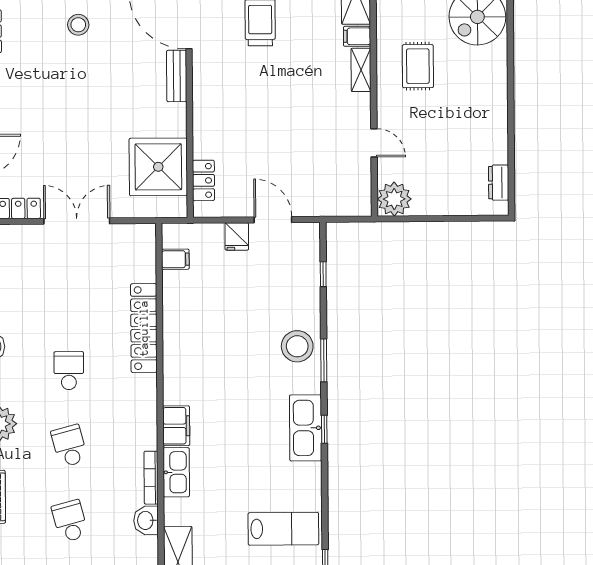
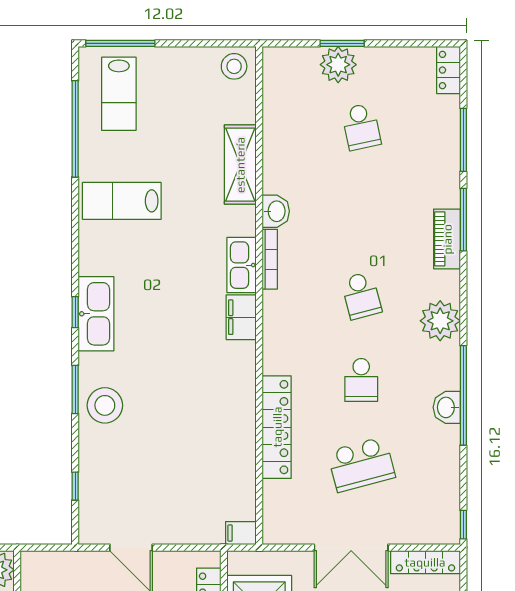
fridge: (237, 236) -> (172, 529), removed
filing cabinet: (175, 259) -> (241, 533), moved
school desk: (70, 521) -> (361, 464), moved, width x1.85

